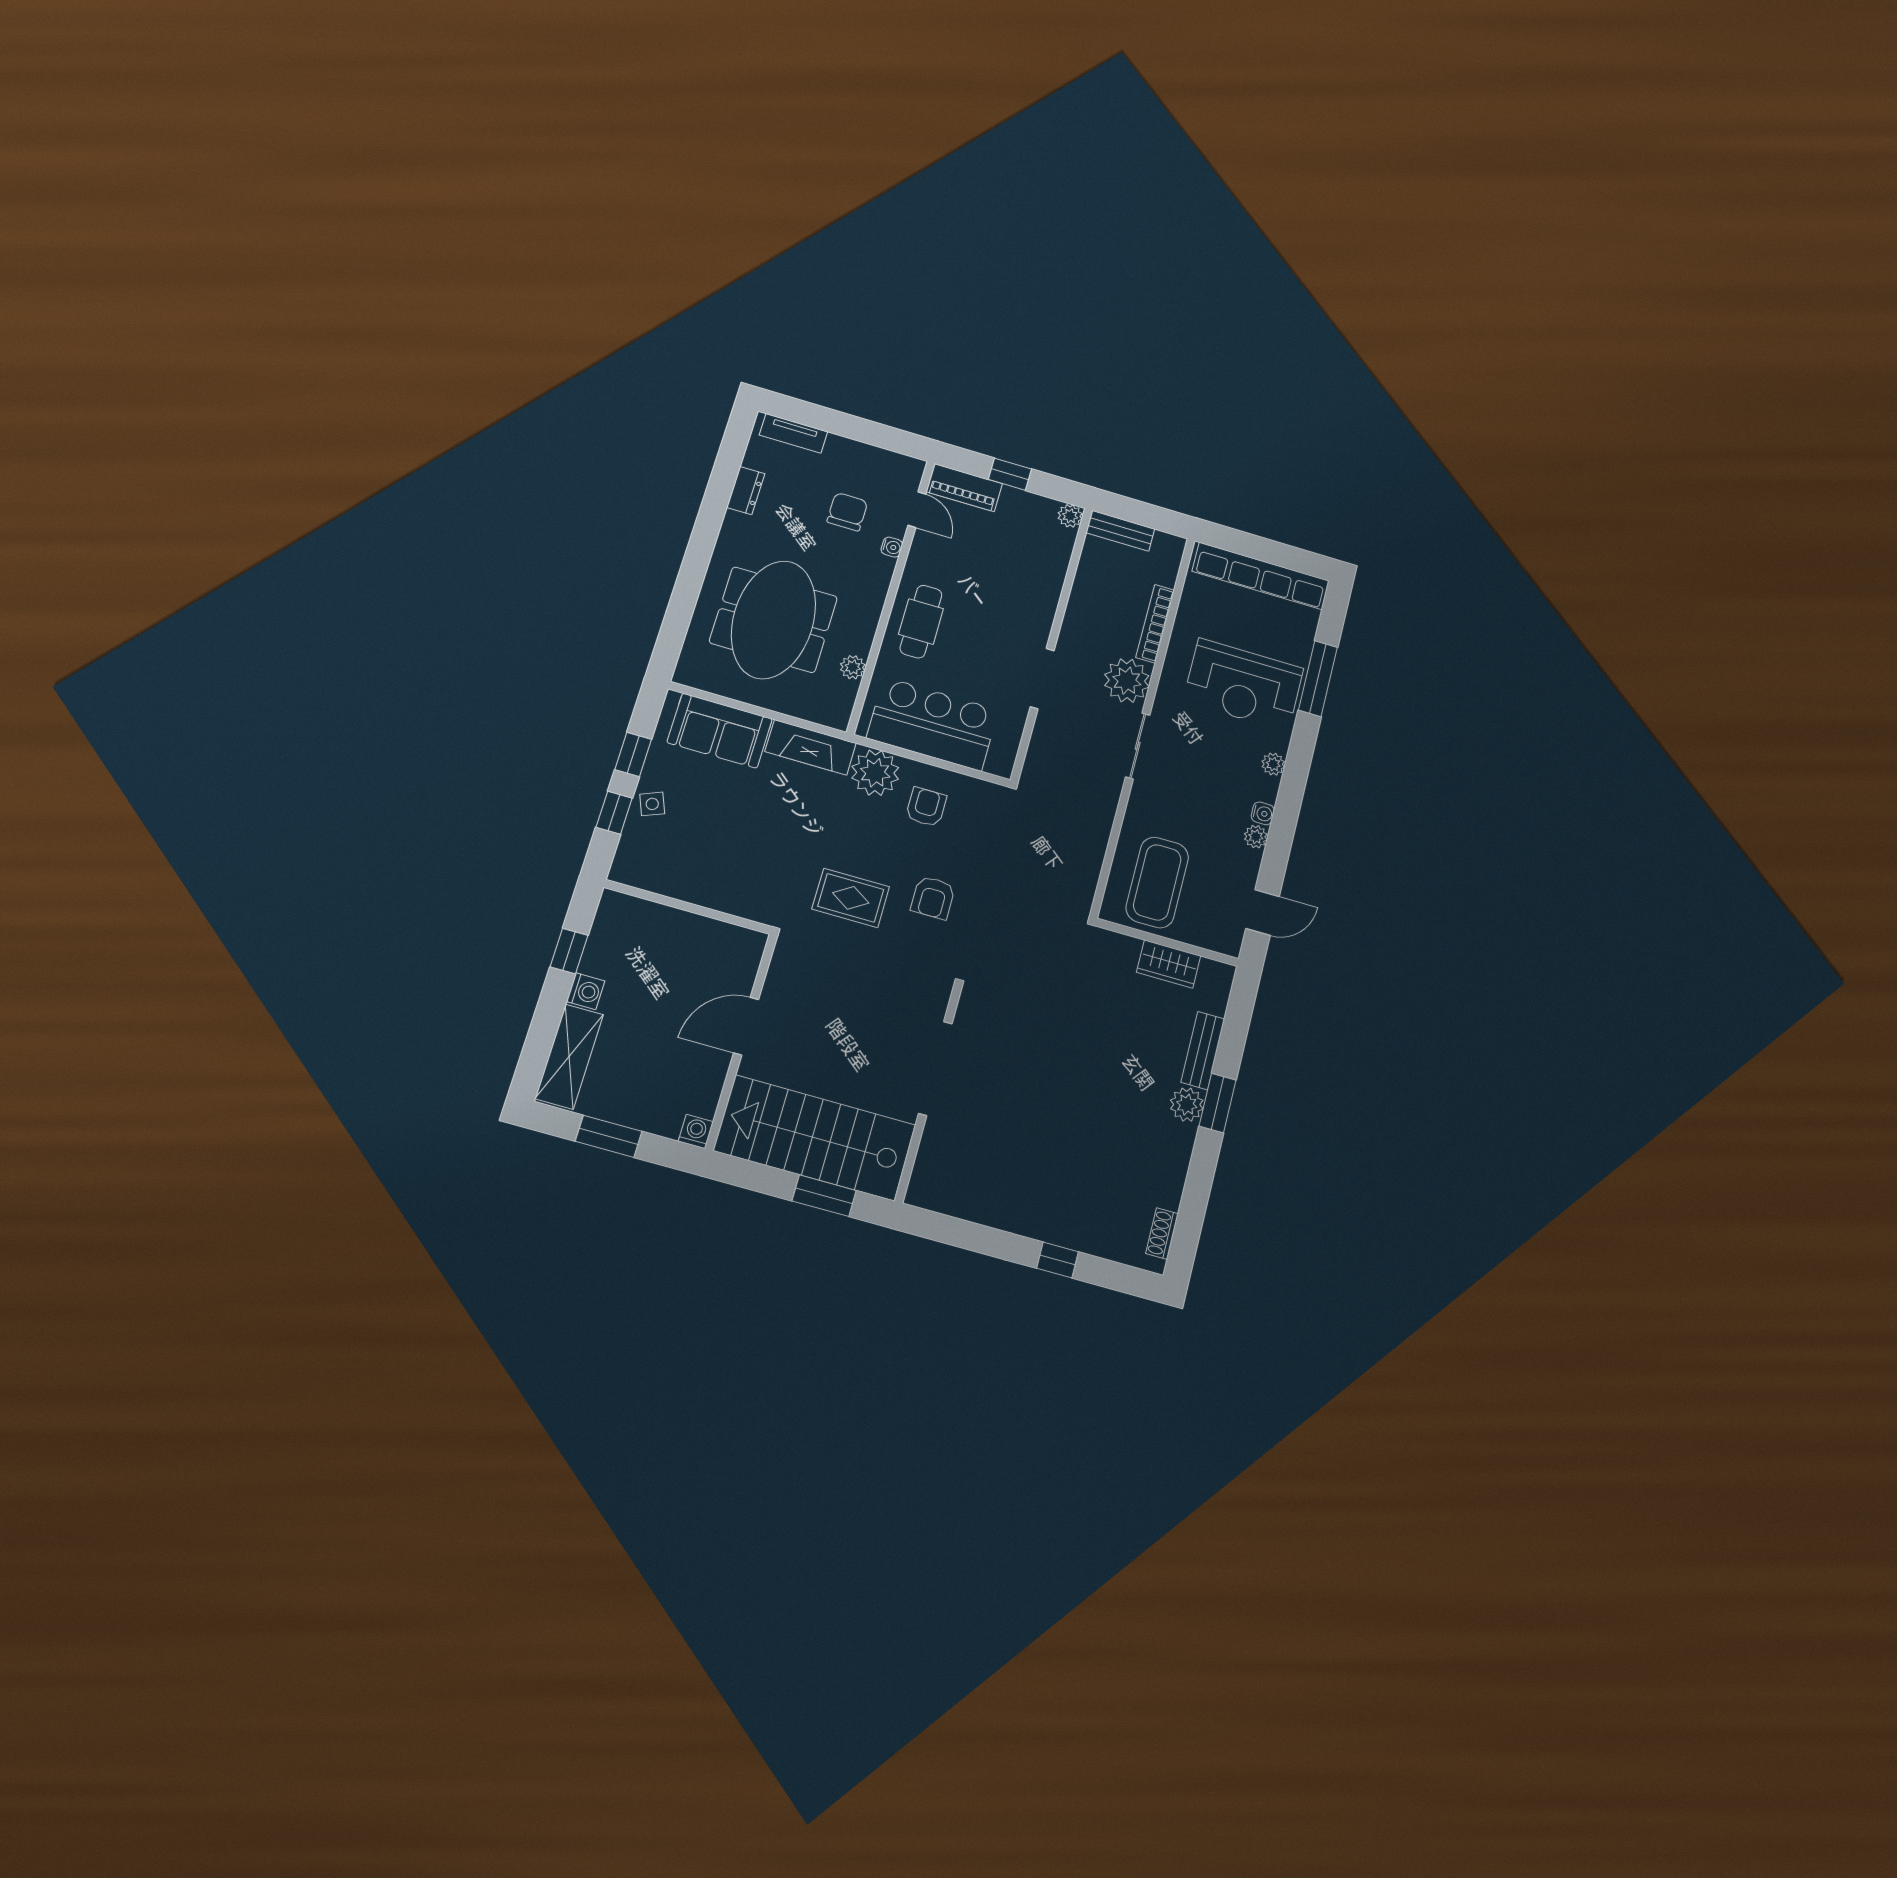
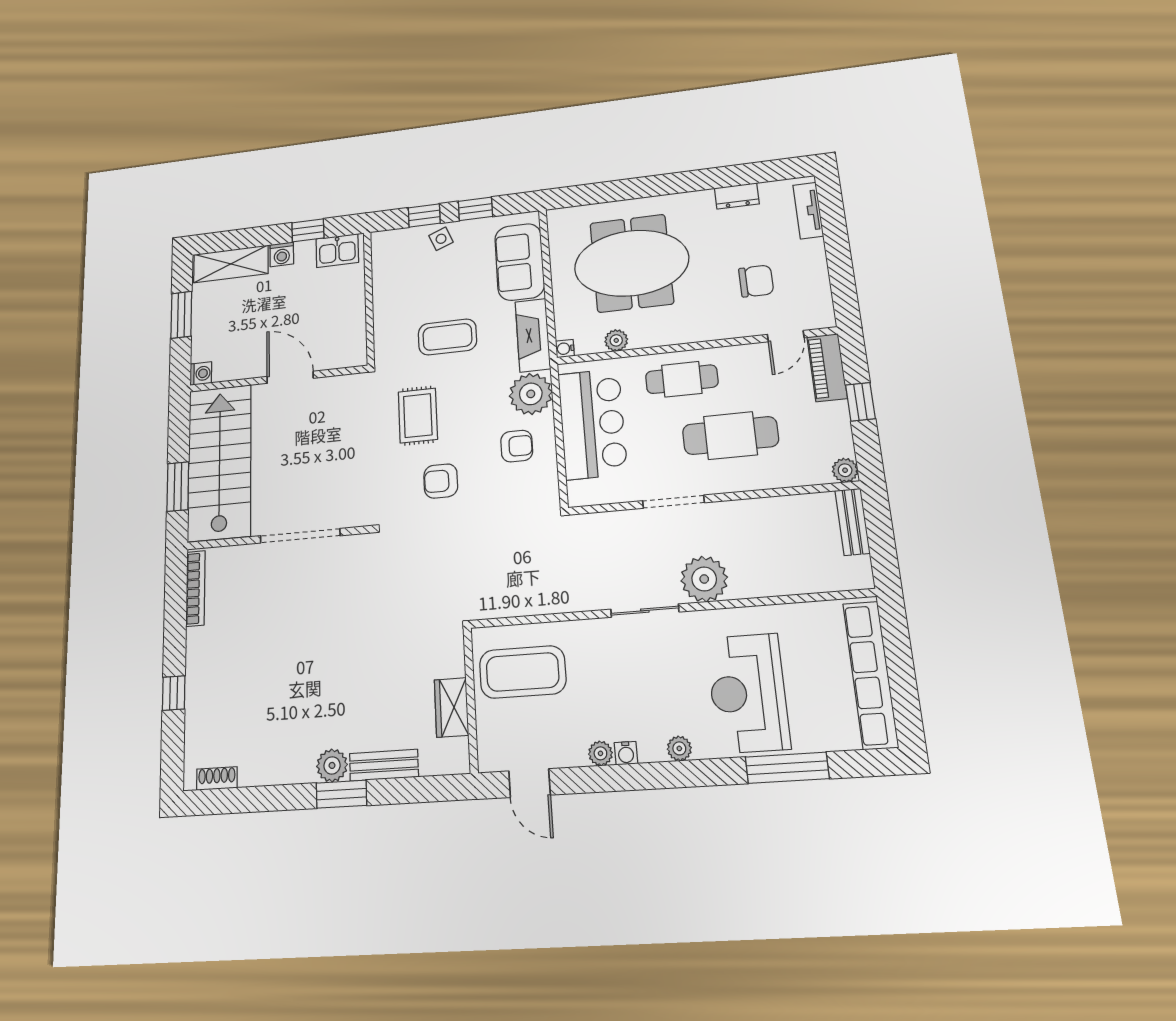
water cooler: (892, 547) -> (565, 349), moved, turned 90
cafe table: (997, 601) -> (730, 436), added
bookcase: (1155, 624) -> (195, 588), moved, turned 90
coffee table: (774, 836) -> (447, 337), added
kitchen sink: (612, 925) -> (337, 251), added

